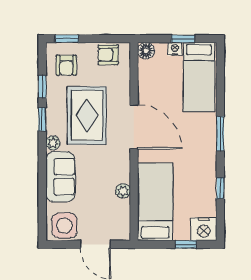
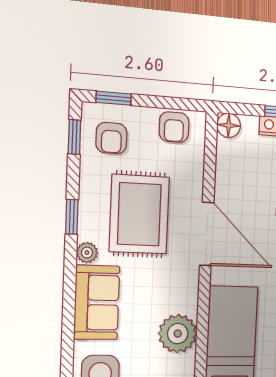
armchair: (108, 55) -> (174, 127), turned -90
window: (42, 87) -> (74, 137), moved
plant: (123, 191) -> (178, 334), width x1.87, depth x1.87

